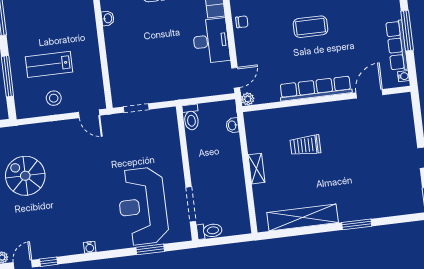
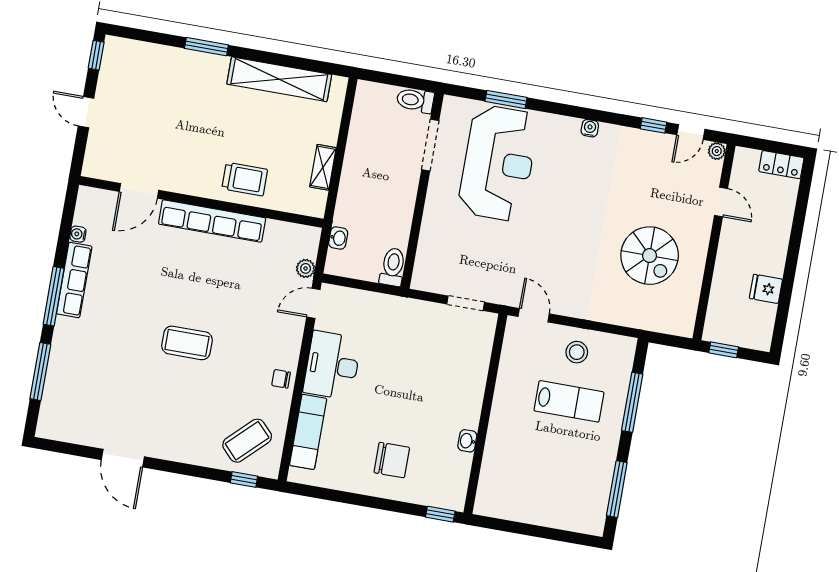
row of seats: (316, 89) -> (212, 221), moved
door: (369, 94) -> (139, 191), moved
wall: (326, 99) -> (201, 202), moved

